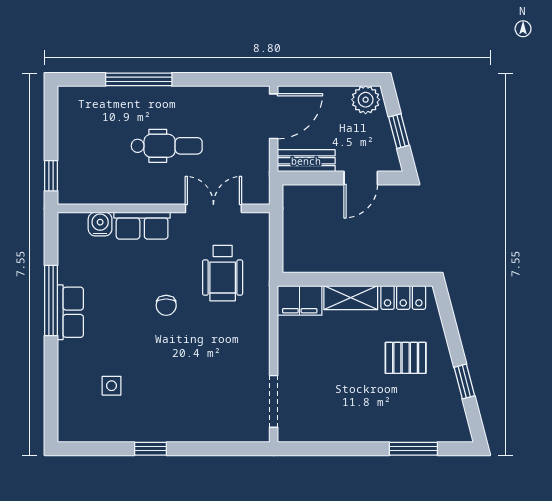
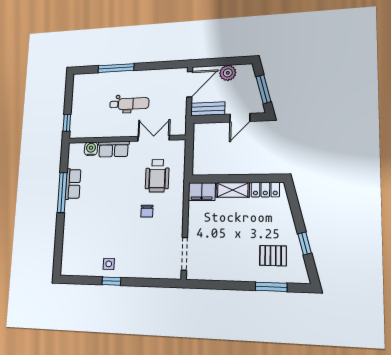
plant: (366, 100) -> (228, 73), moved
window: (399, 131) -> (263, 89), width x1.50
chair: (166, 305) -> (147, 211), moved
row of seats: (70, 312) -> (73, 184), moved
pallet: (406, 358) -> (273, 256), moved
side table: (112, 386) -> (109, 264), moved

